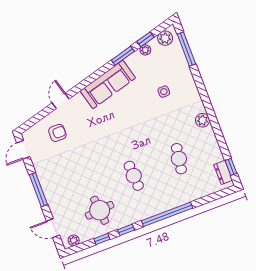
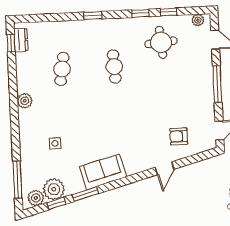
plant: (145, 50) -> (54, 189), width x1.88, depth x1.88
sofa: (108, 84) -> (103, 172), width x0.73
window: (167, 214) -> (93, 16), width x0.32

